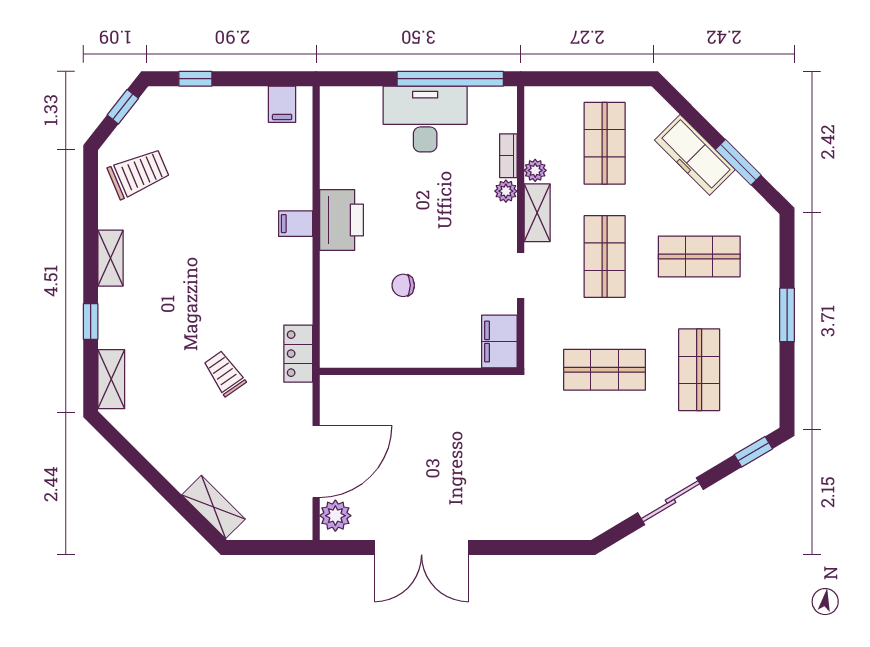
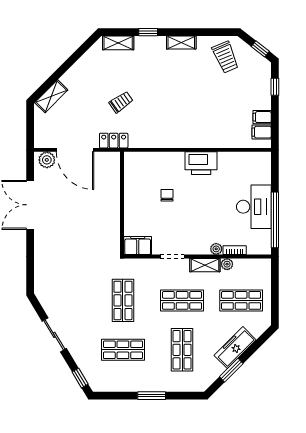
filing cabinet: (296, 224) -> (262, 117), moved, turned -90
locker: (298, 354) -> (114, 141), moved

